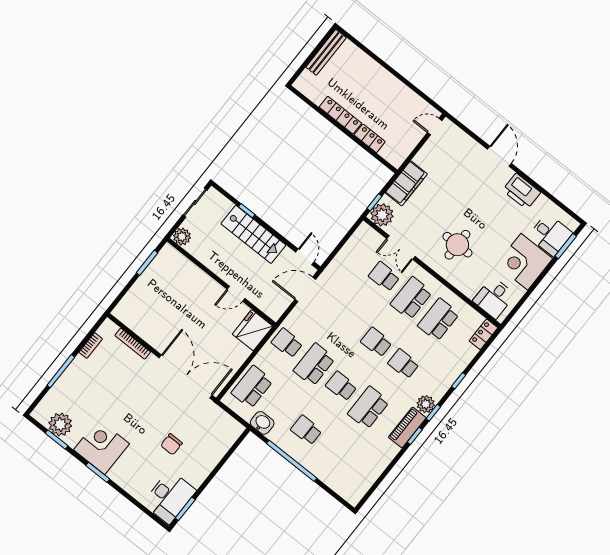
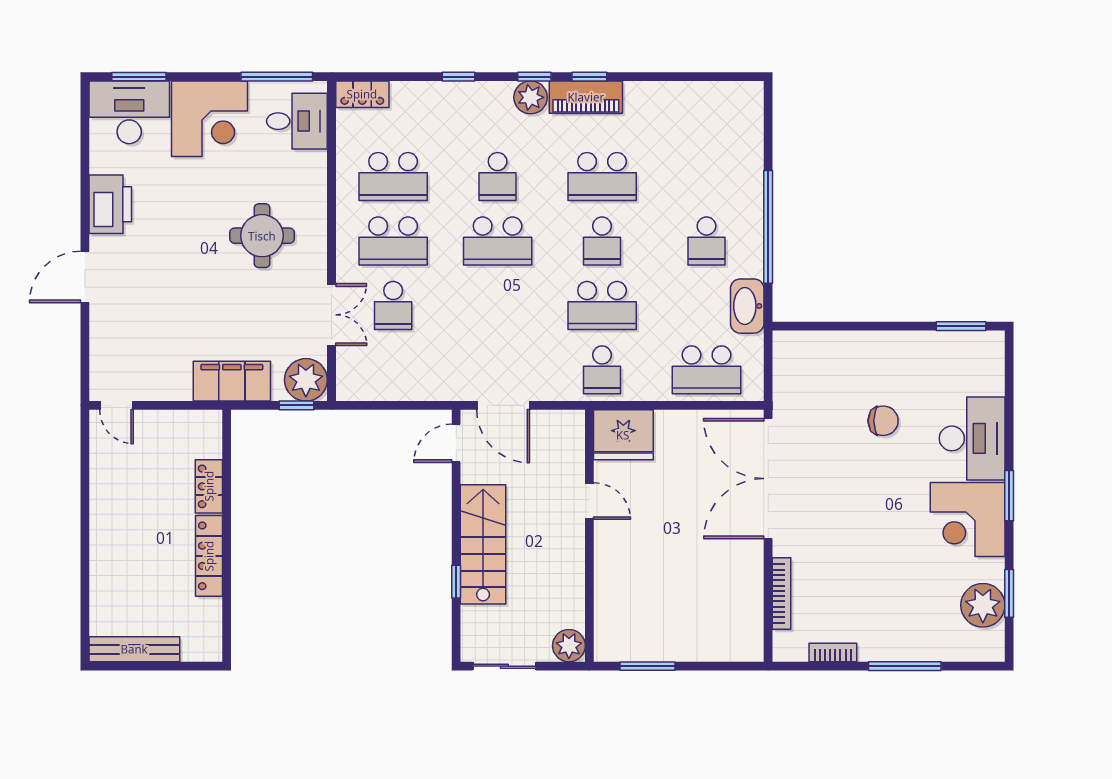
desk: (550, 235) -> (129, 112), width x1.37
window: (519, 304) -> (277, 77), added
school desk: (376, 342) -> (498, 241), width x1.85
washbasin: (262, 423) -> (747, 306), width x1.38
desk: (169, 497) -> (972, 438), moved, turned 90

